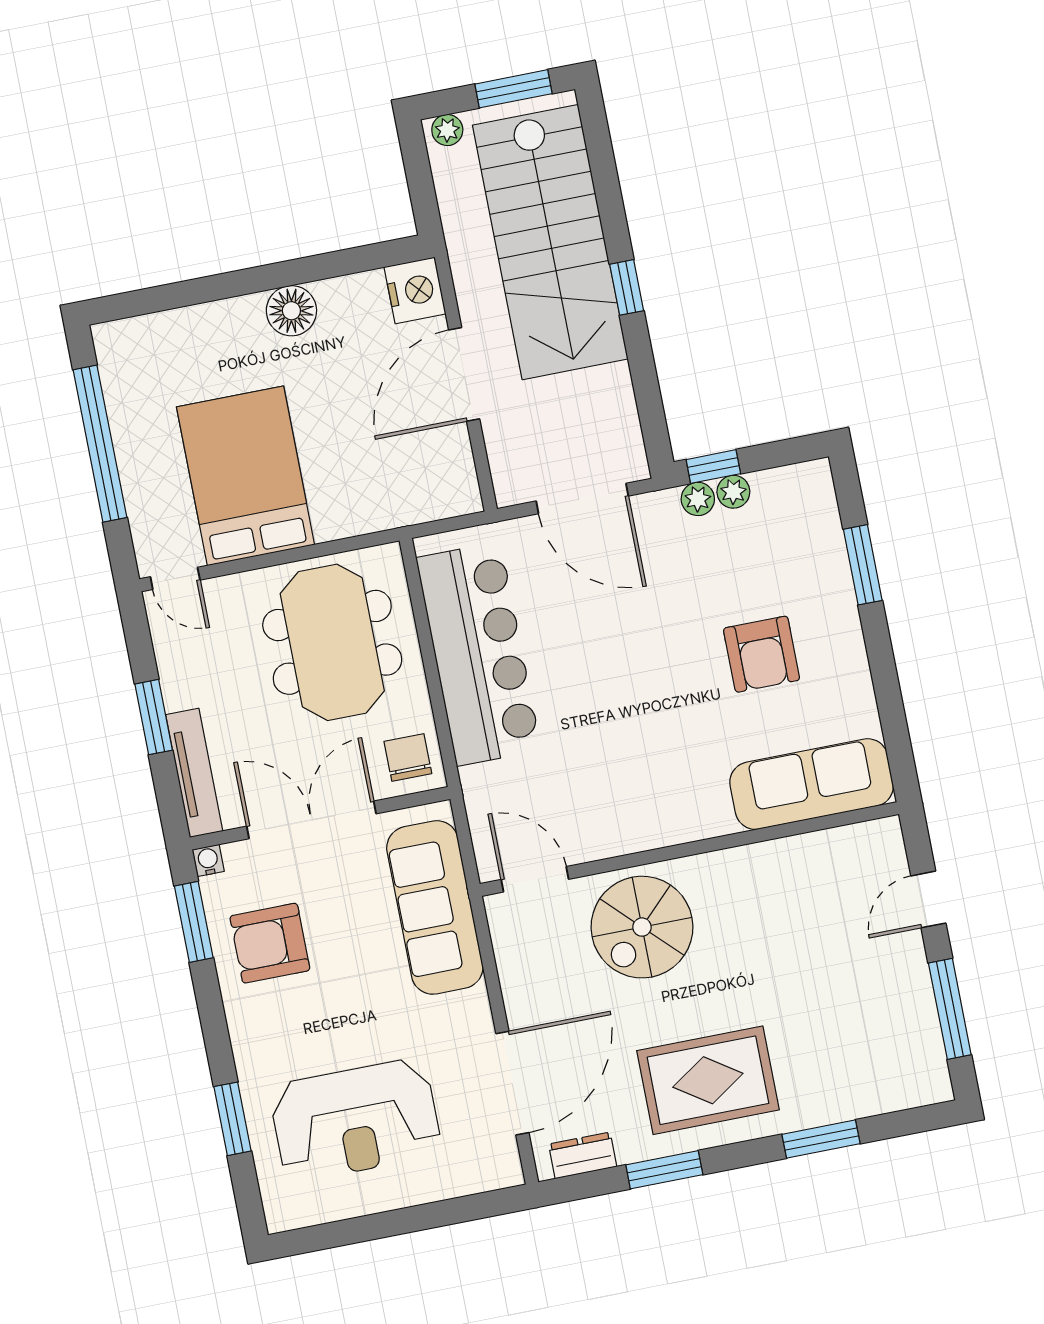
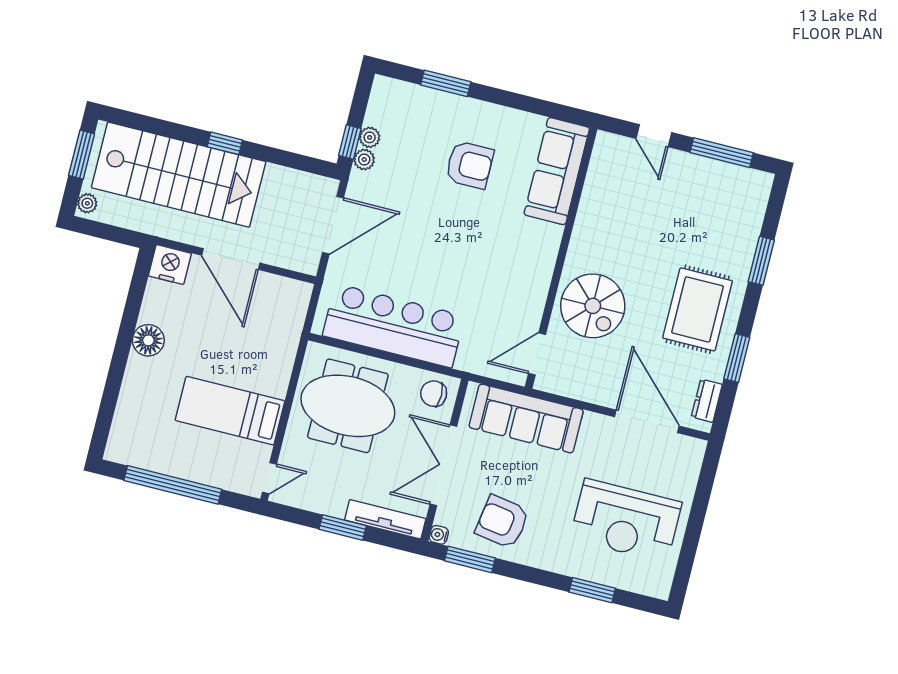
bed: (245, 476) -> (230, 411), width x0.67
armchair: (270, 943) -> (502, 522), turned 99
reception desk: (355, 1120) -> (626, 521), turned 90

